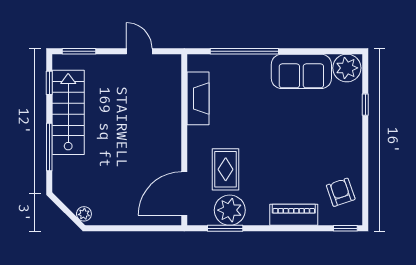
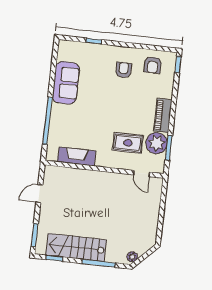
plant: (347, 68) -> (67, 51), removed
armchair: (329, 151) -> (124, 70), added
armchair: (341, 192) -> (153, 65), turned -71
door: (184, 194) -> (141, 173), width x0.53
plant: (84, 214) -> (132, 257), moved
piano: (294, 215) -> (163, 115), moved

